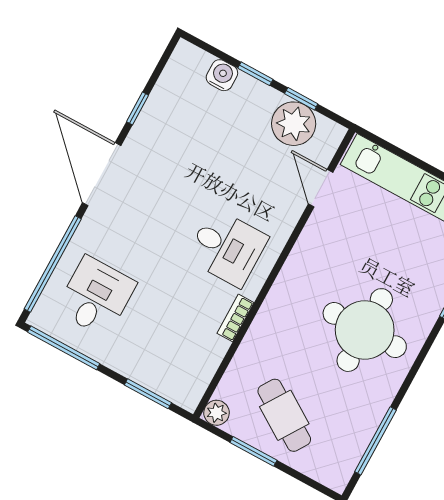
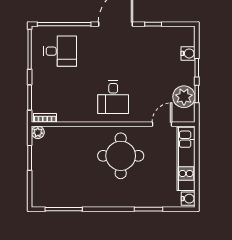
bookcase: (235, 318) -> (45, 118), moved
round table: (365, 330) -> (121, 156), moved
cafe table: (284, 415) -> (53, 163), removed

